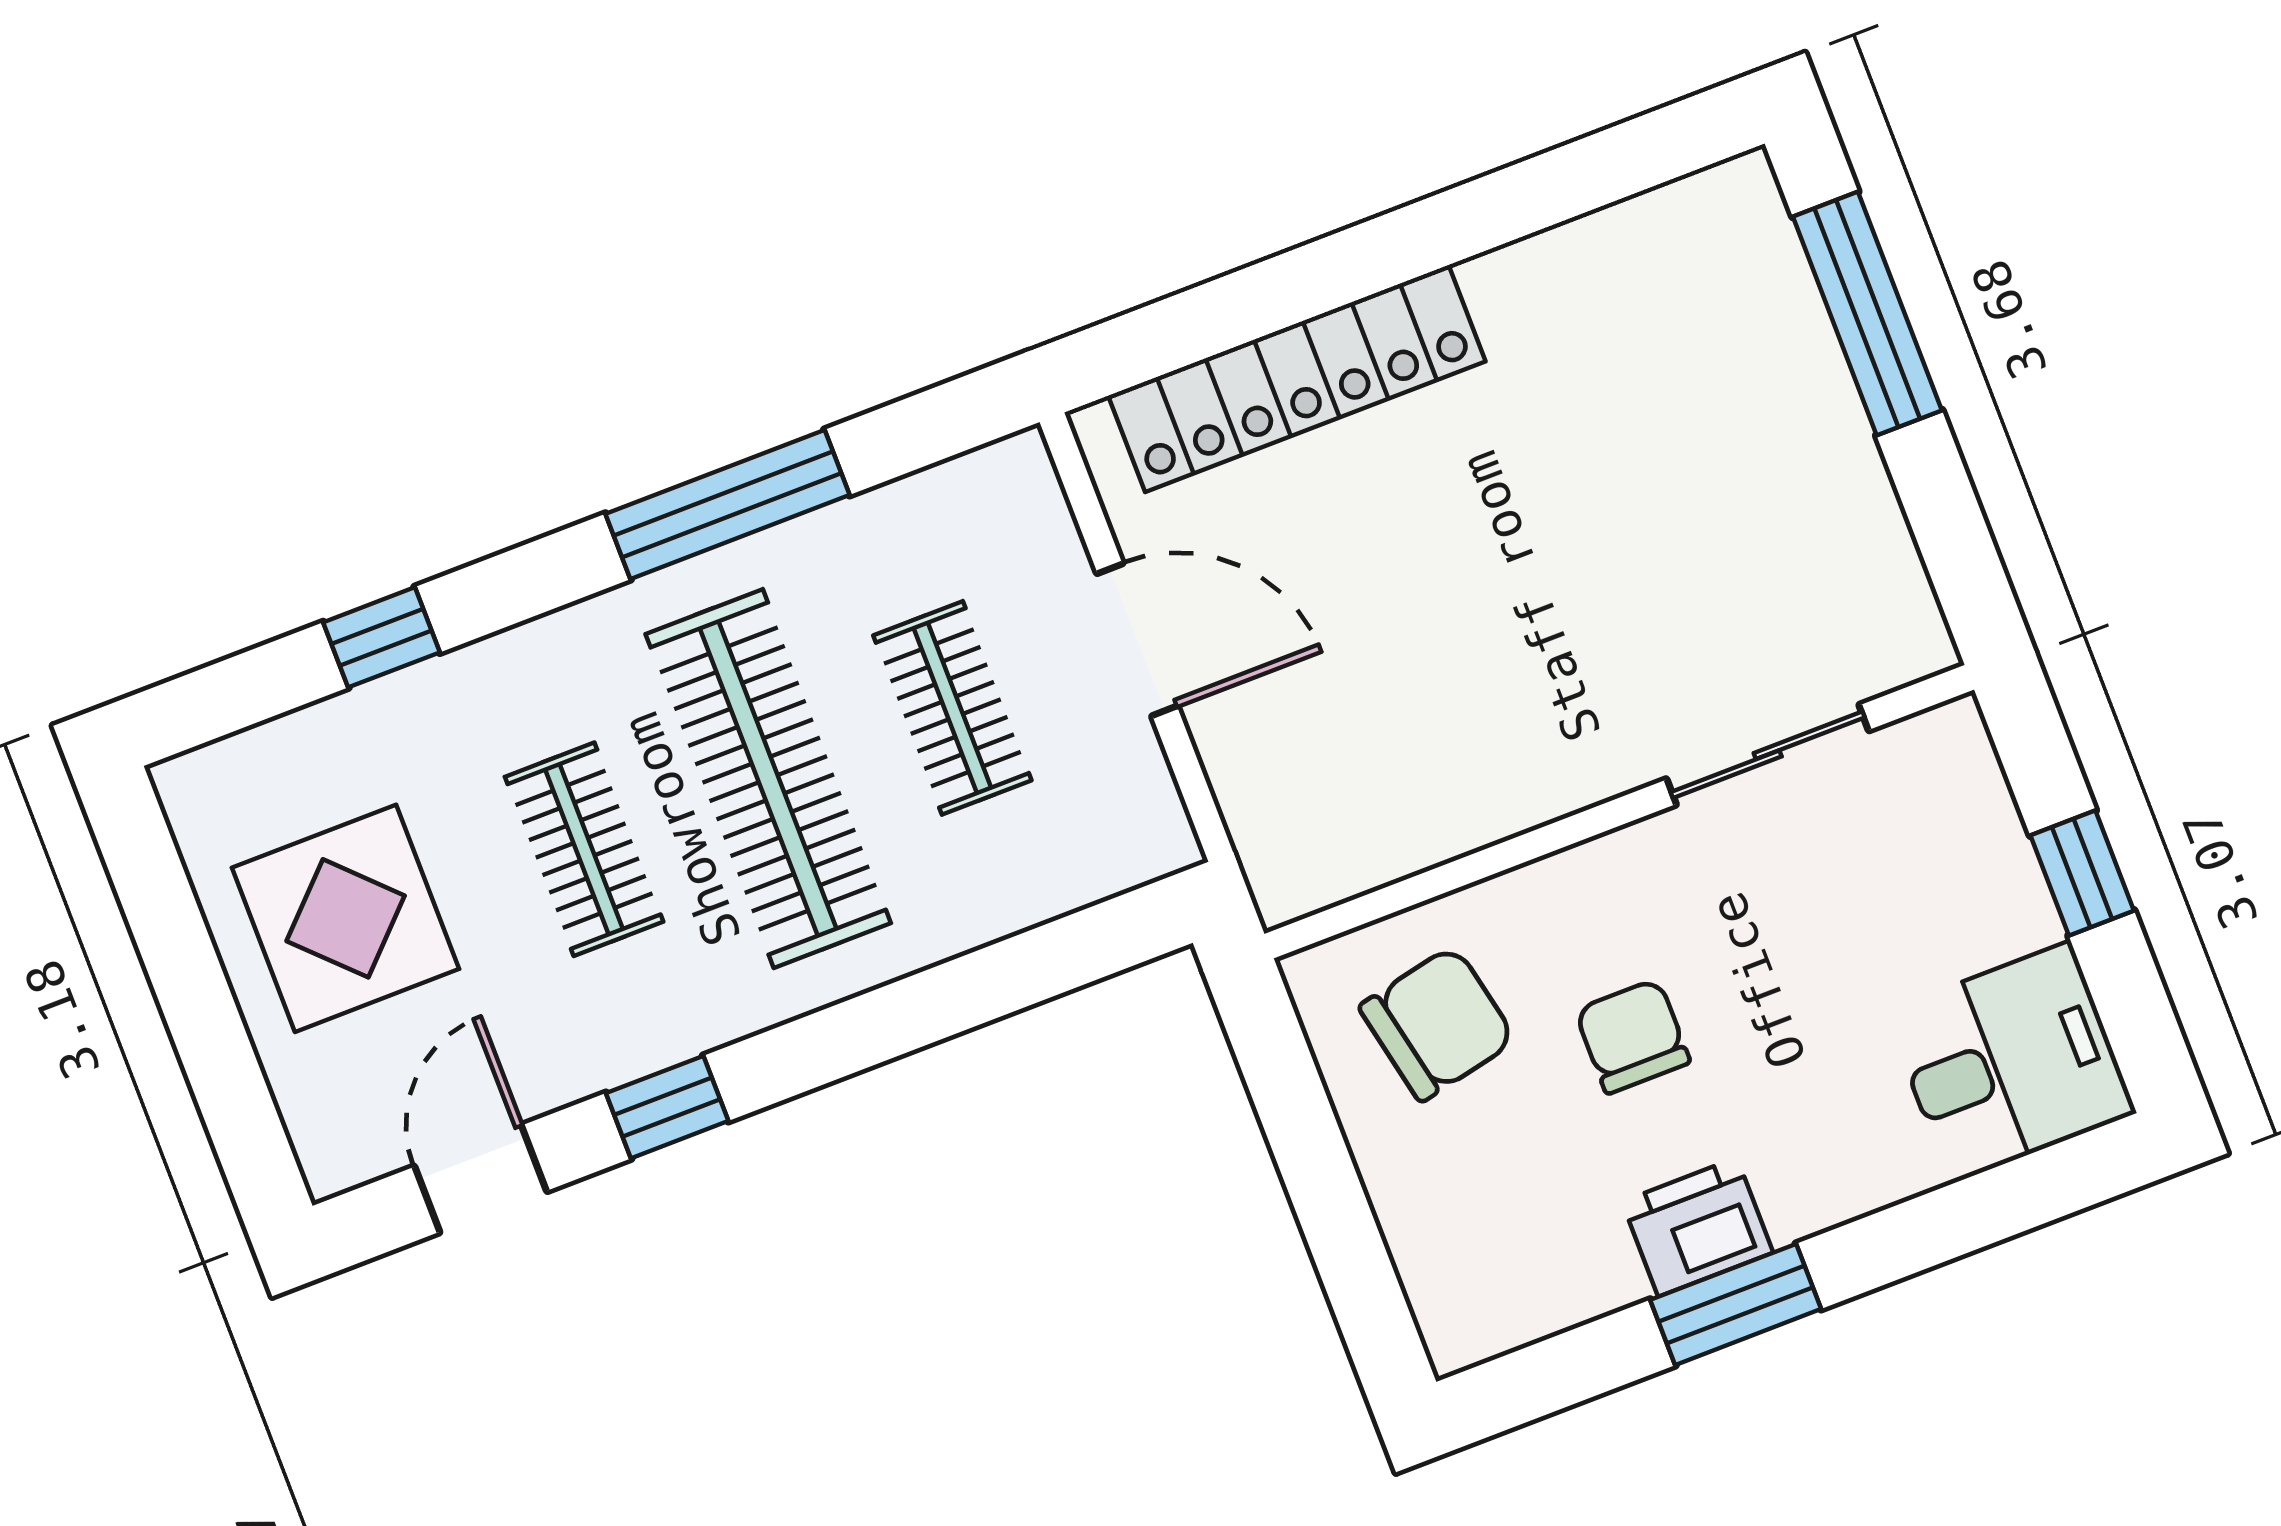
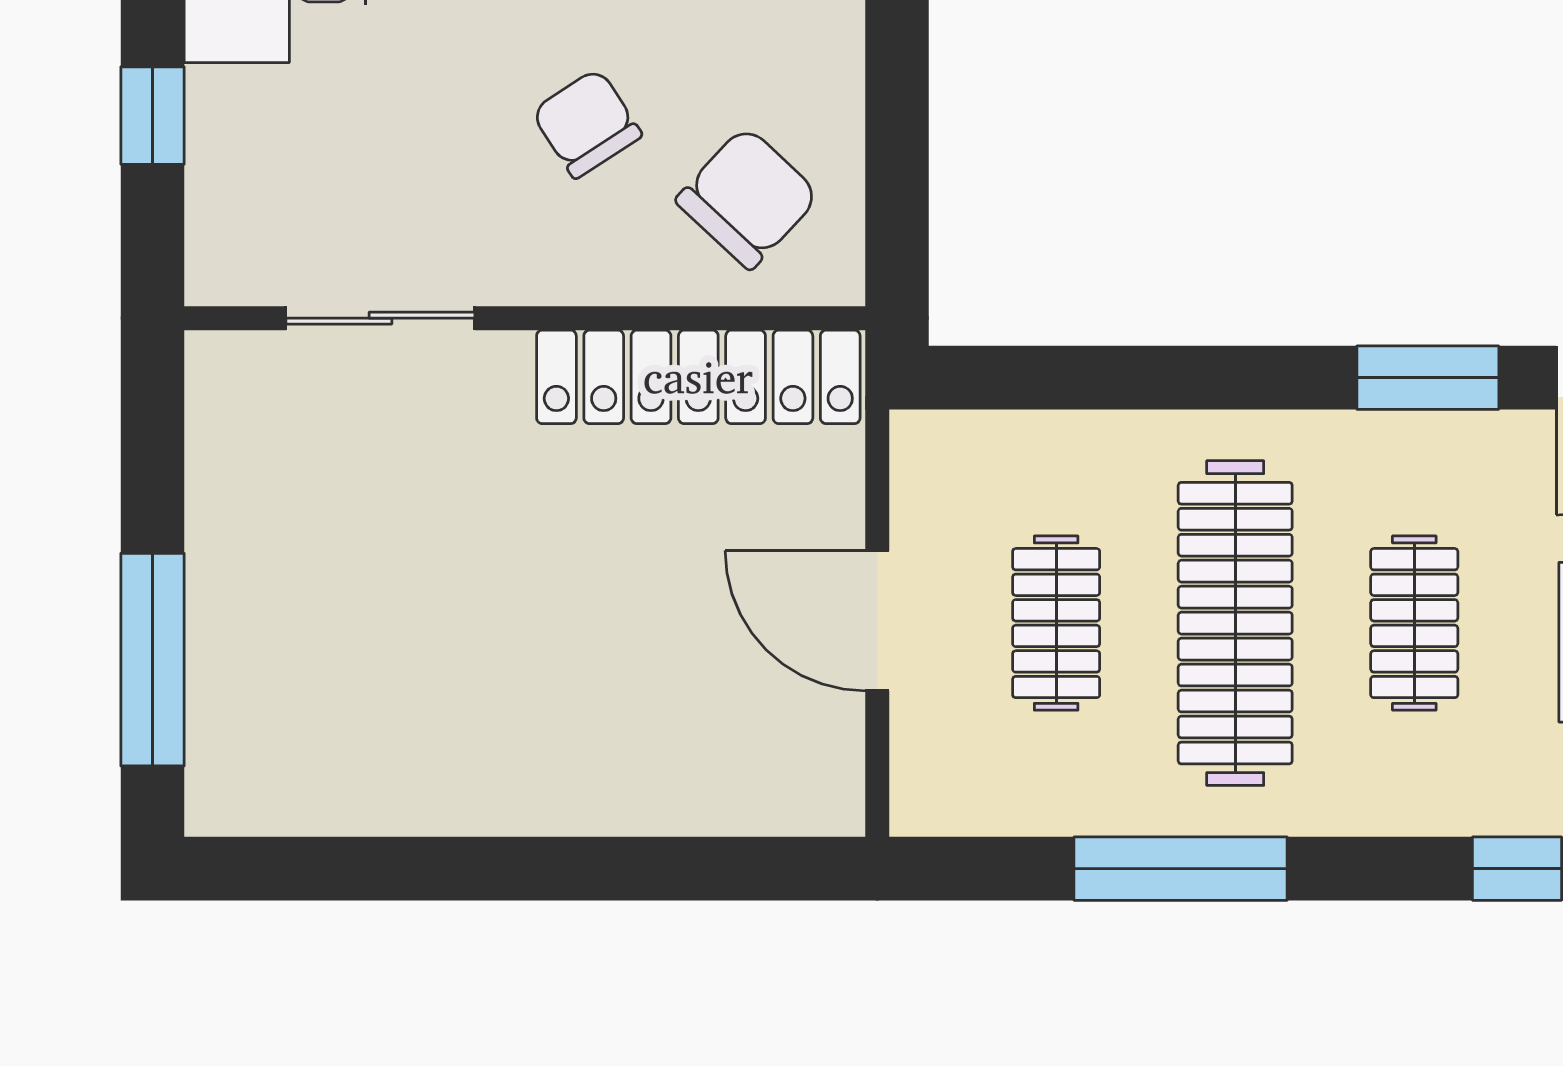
locker: (1297, 379) -> (698, 377), moved, turned 180
chair: (1438, 1023) -> (748, 198), turned 145
chair: (1632, 1036) -> (587, 123), turned 147
window: (667, 1107) -> (1428, 378), width x1.50

